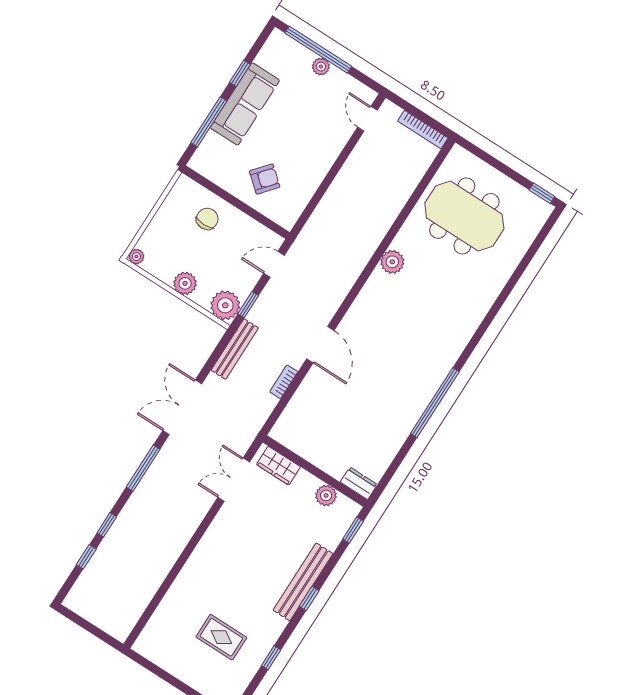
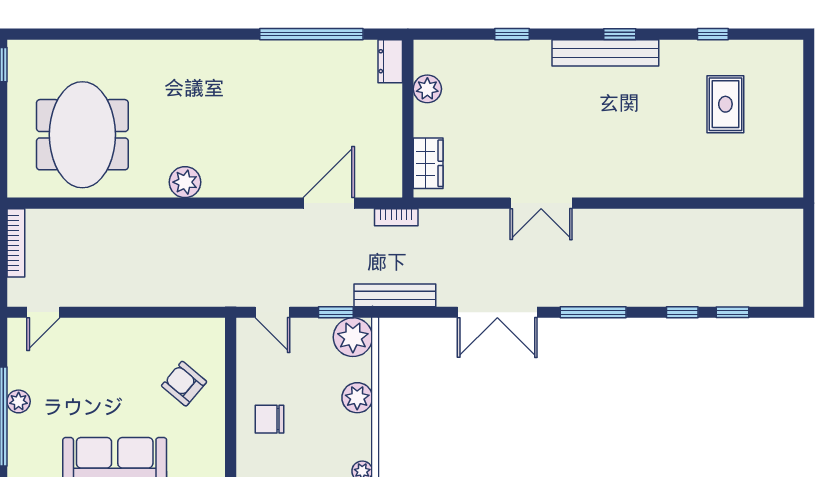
wardrobe: (278, 466) -> (428, 163), moved
wall: (315, 471) -> (408, 119), moved
dresser: (359, 483) -> (390, 61), moved
plant: (326, 495) -> (427, 89), moved

